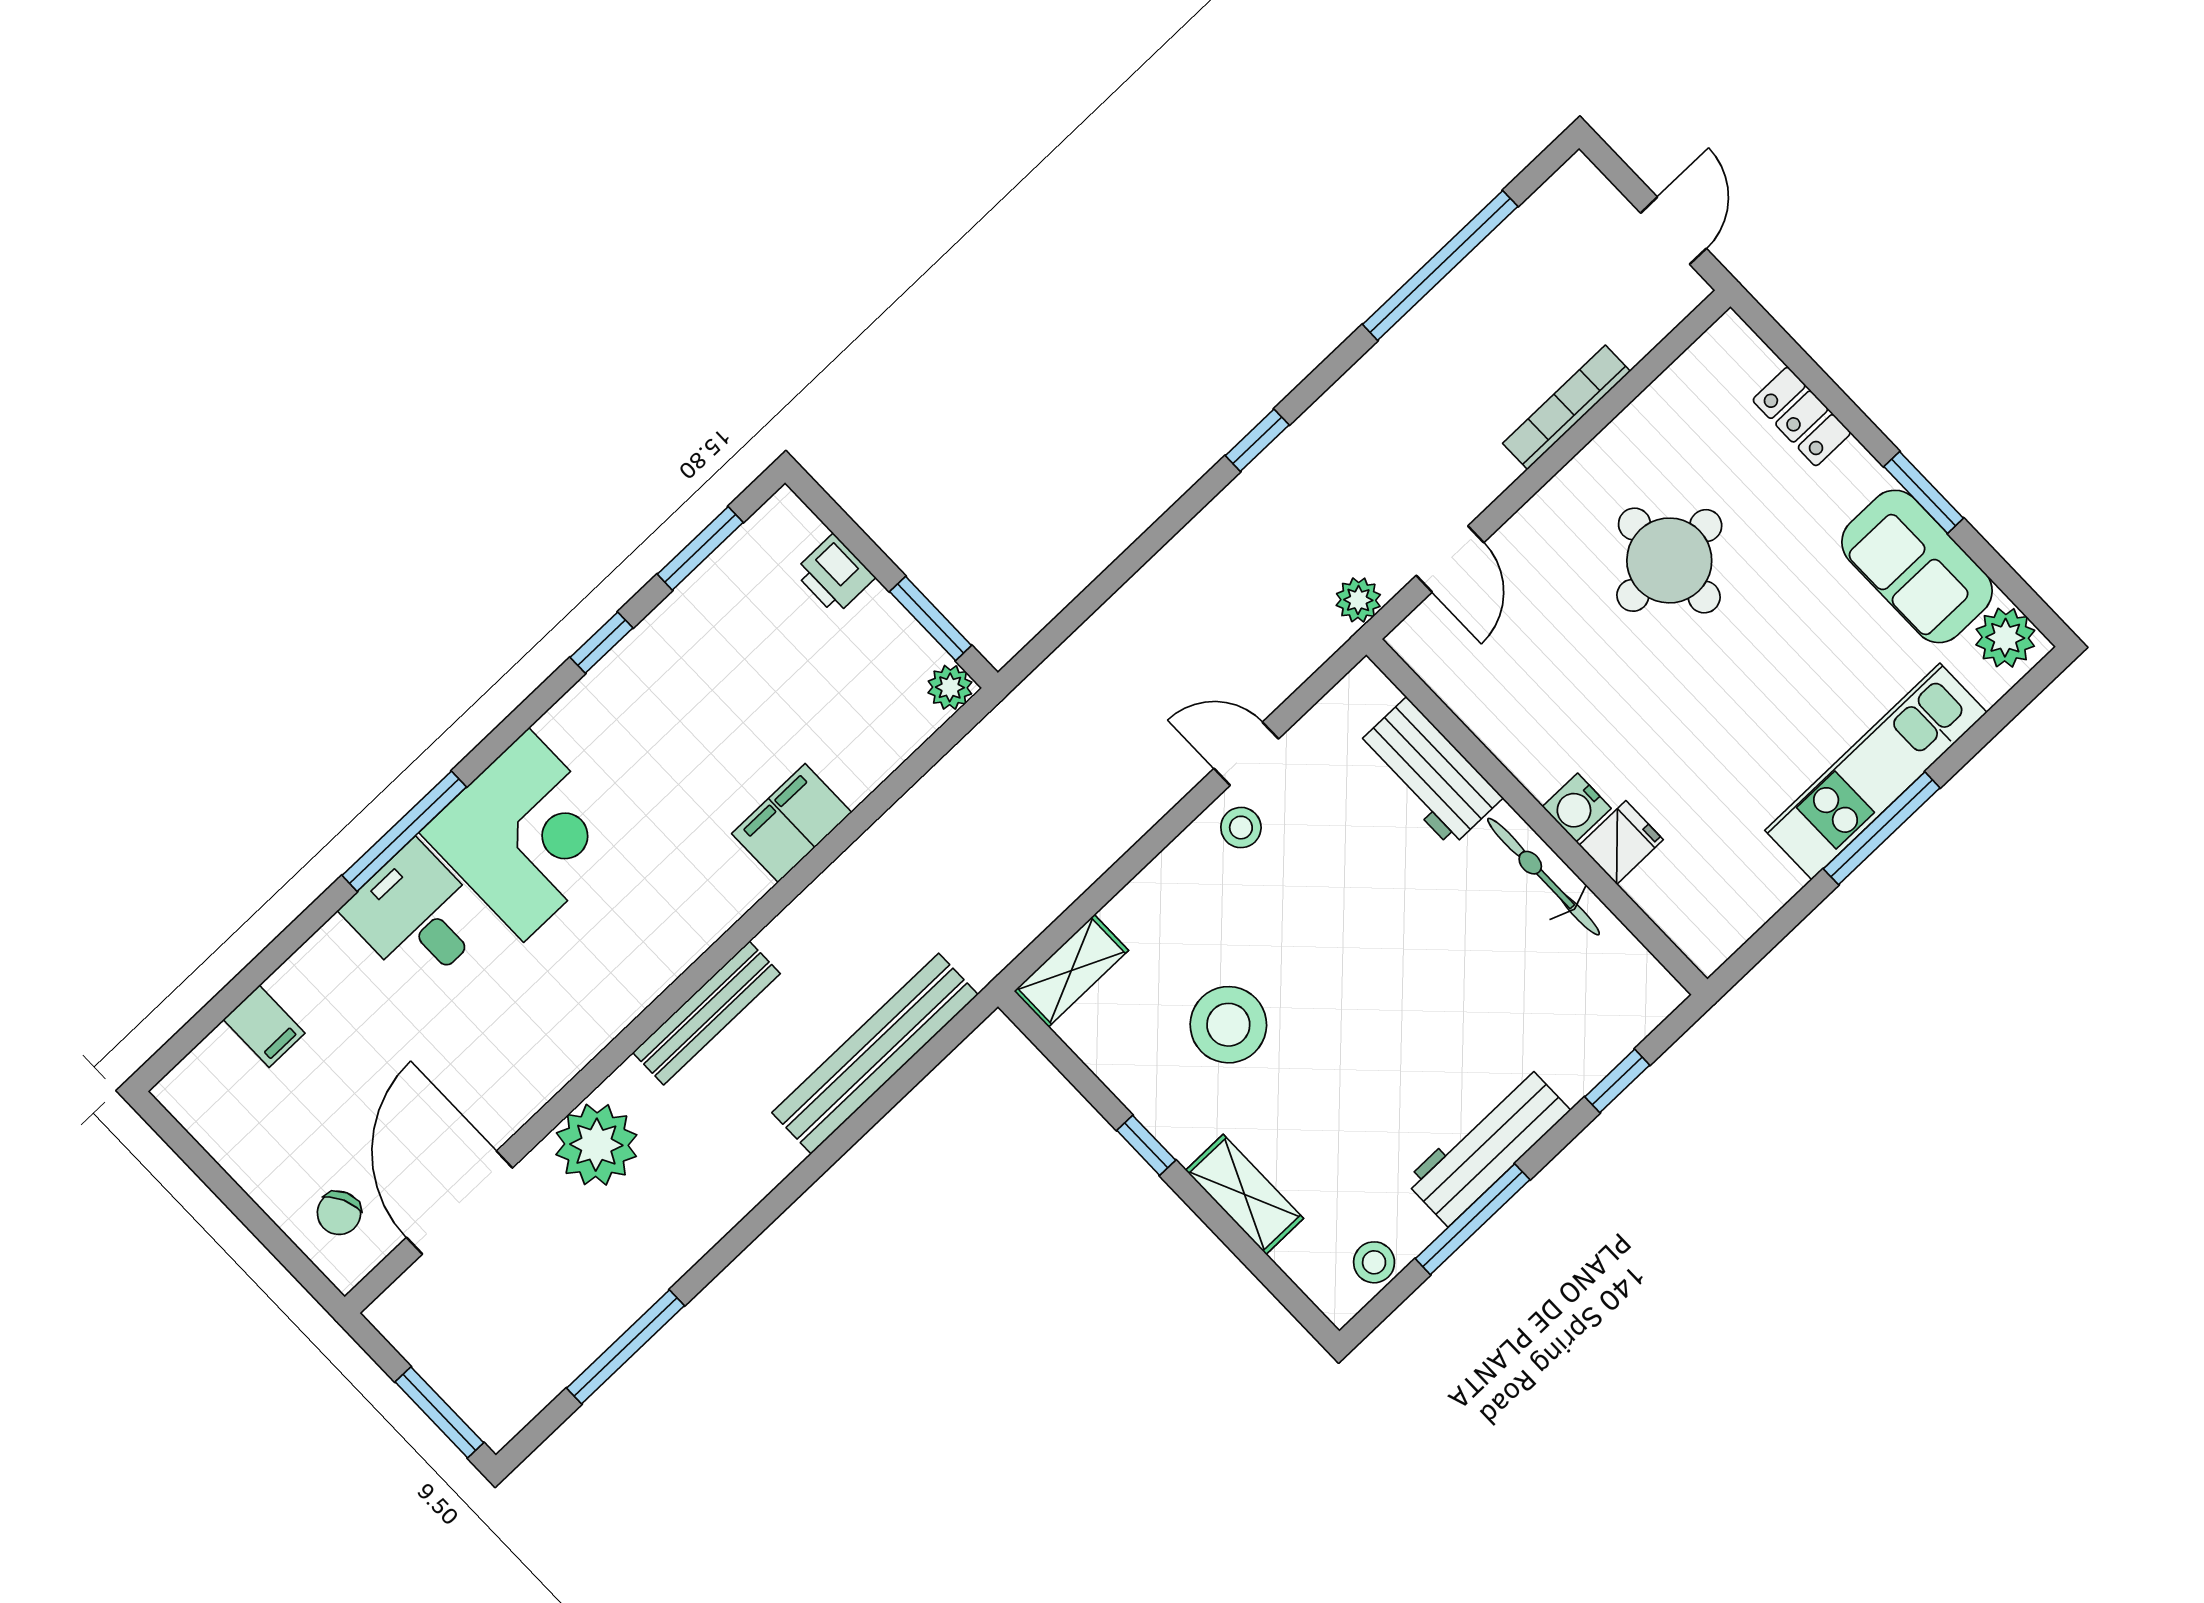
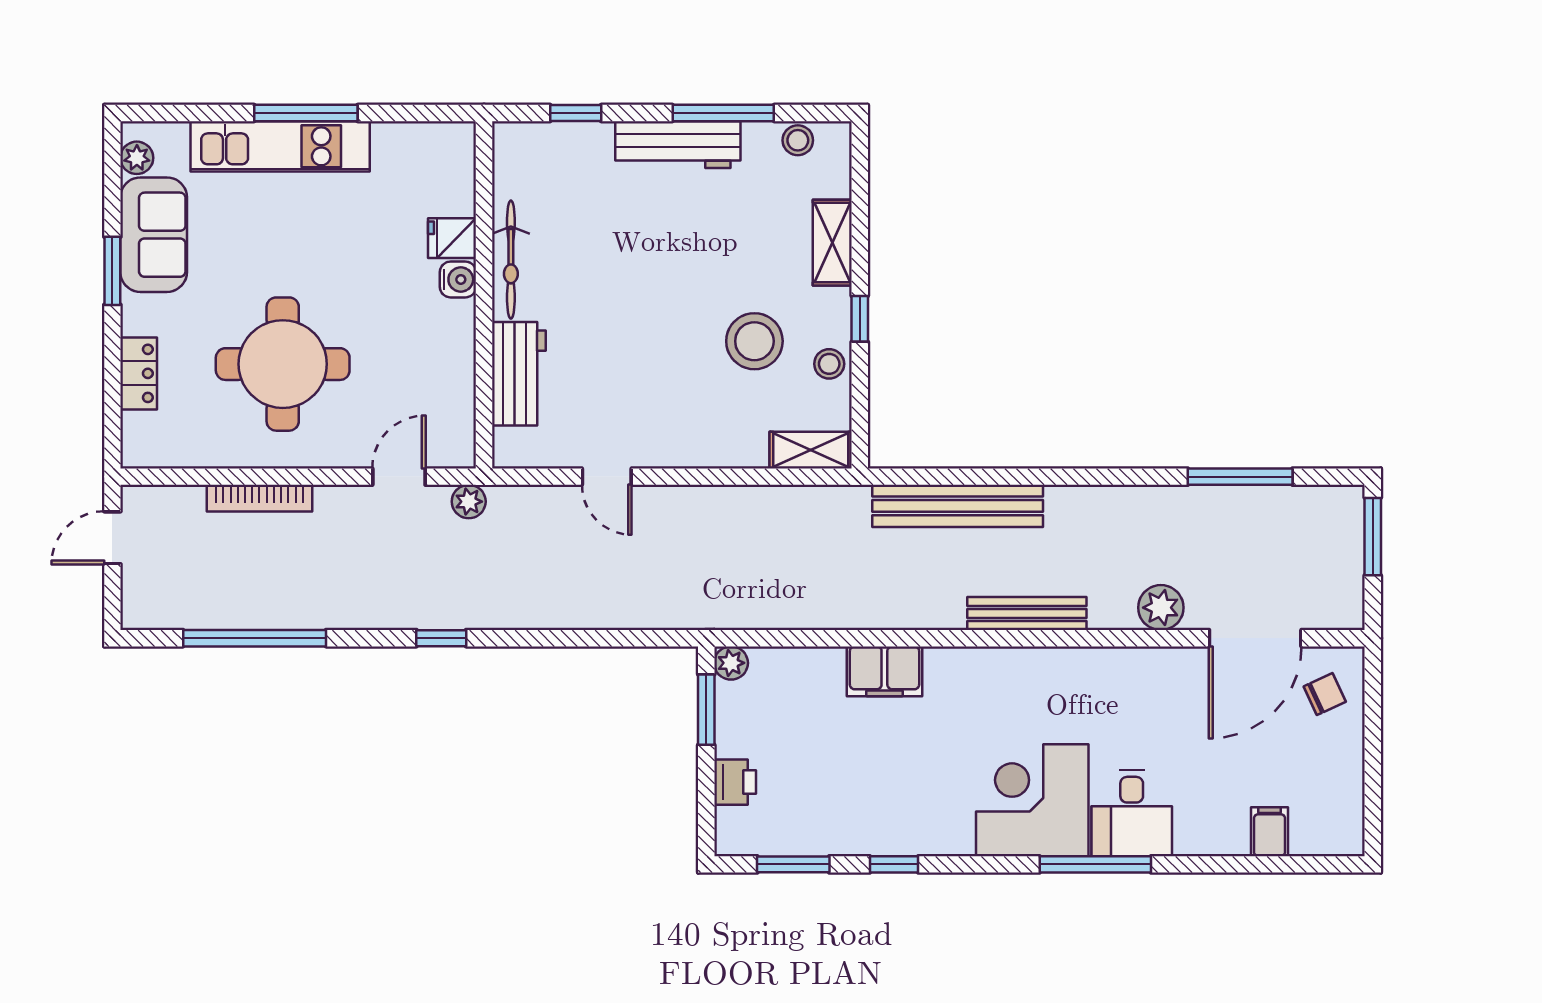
round table: (1669, 560) -> (283, 364), width x1.36, depth x1.36
plant: (2005, 638) -> (137, 158), width x0.73, depth x0.73
stool: (1241, 828) -> (829, 364), moved
plant: (596, 1145) -> (1161, 608), width x0.73, depth x0.73

